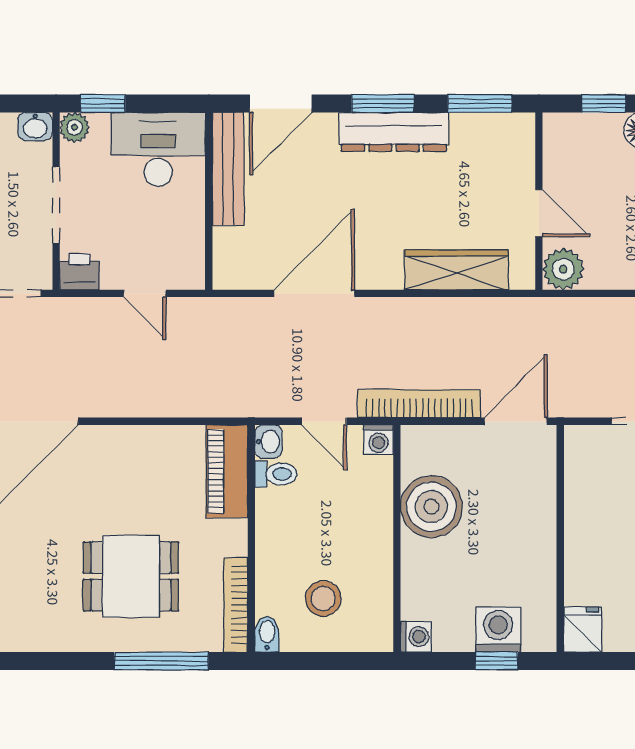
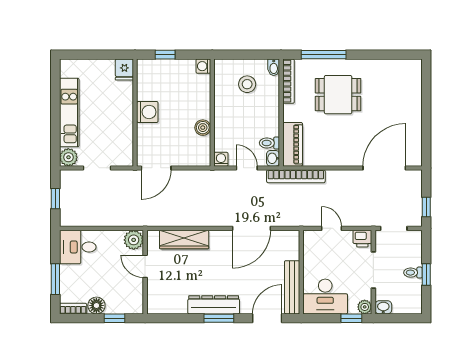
window: (480, 104) -> (173, 318), removed
bookcase: (419, 404) -> (296, 176), moved
boiler: (431, 507) -> (203, 128), width x0.54, depth x0.54
washing machine: (498, 630) -> (147, 112), moved, turned -90

